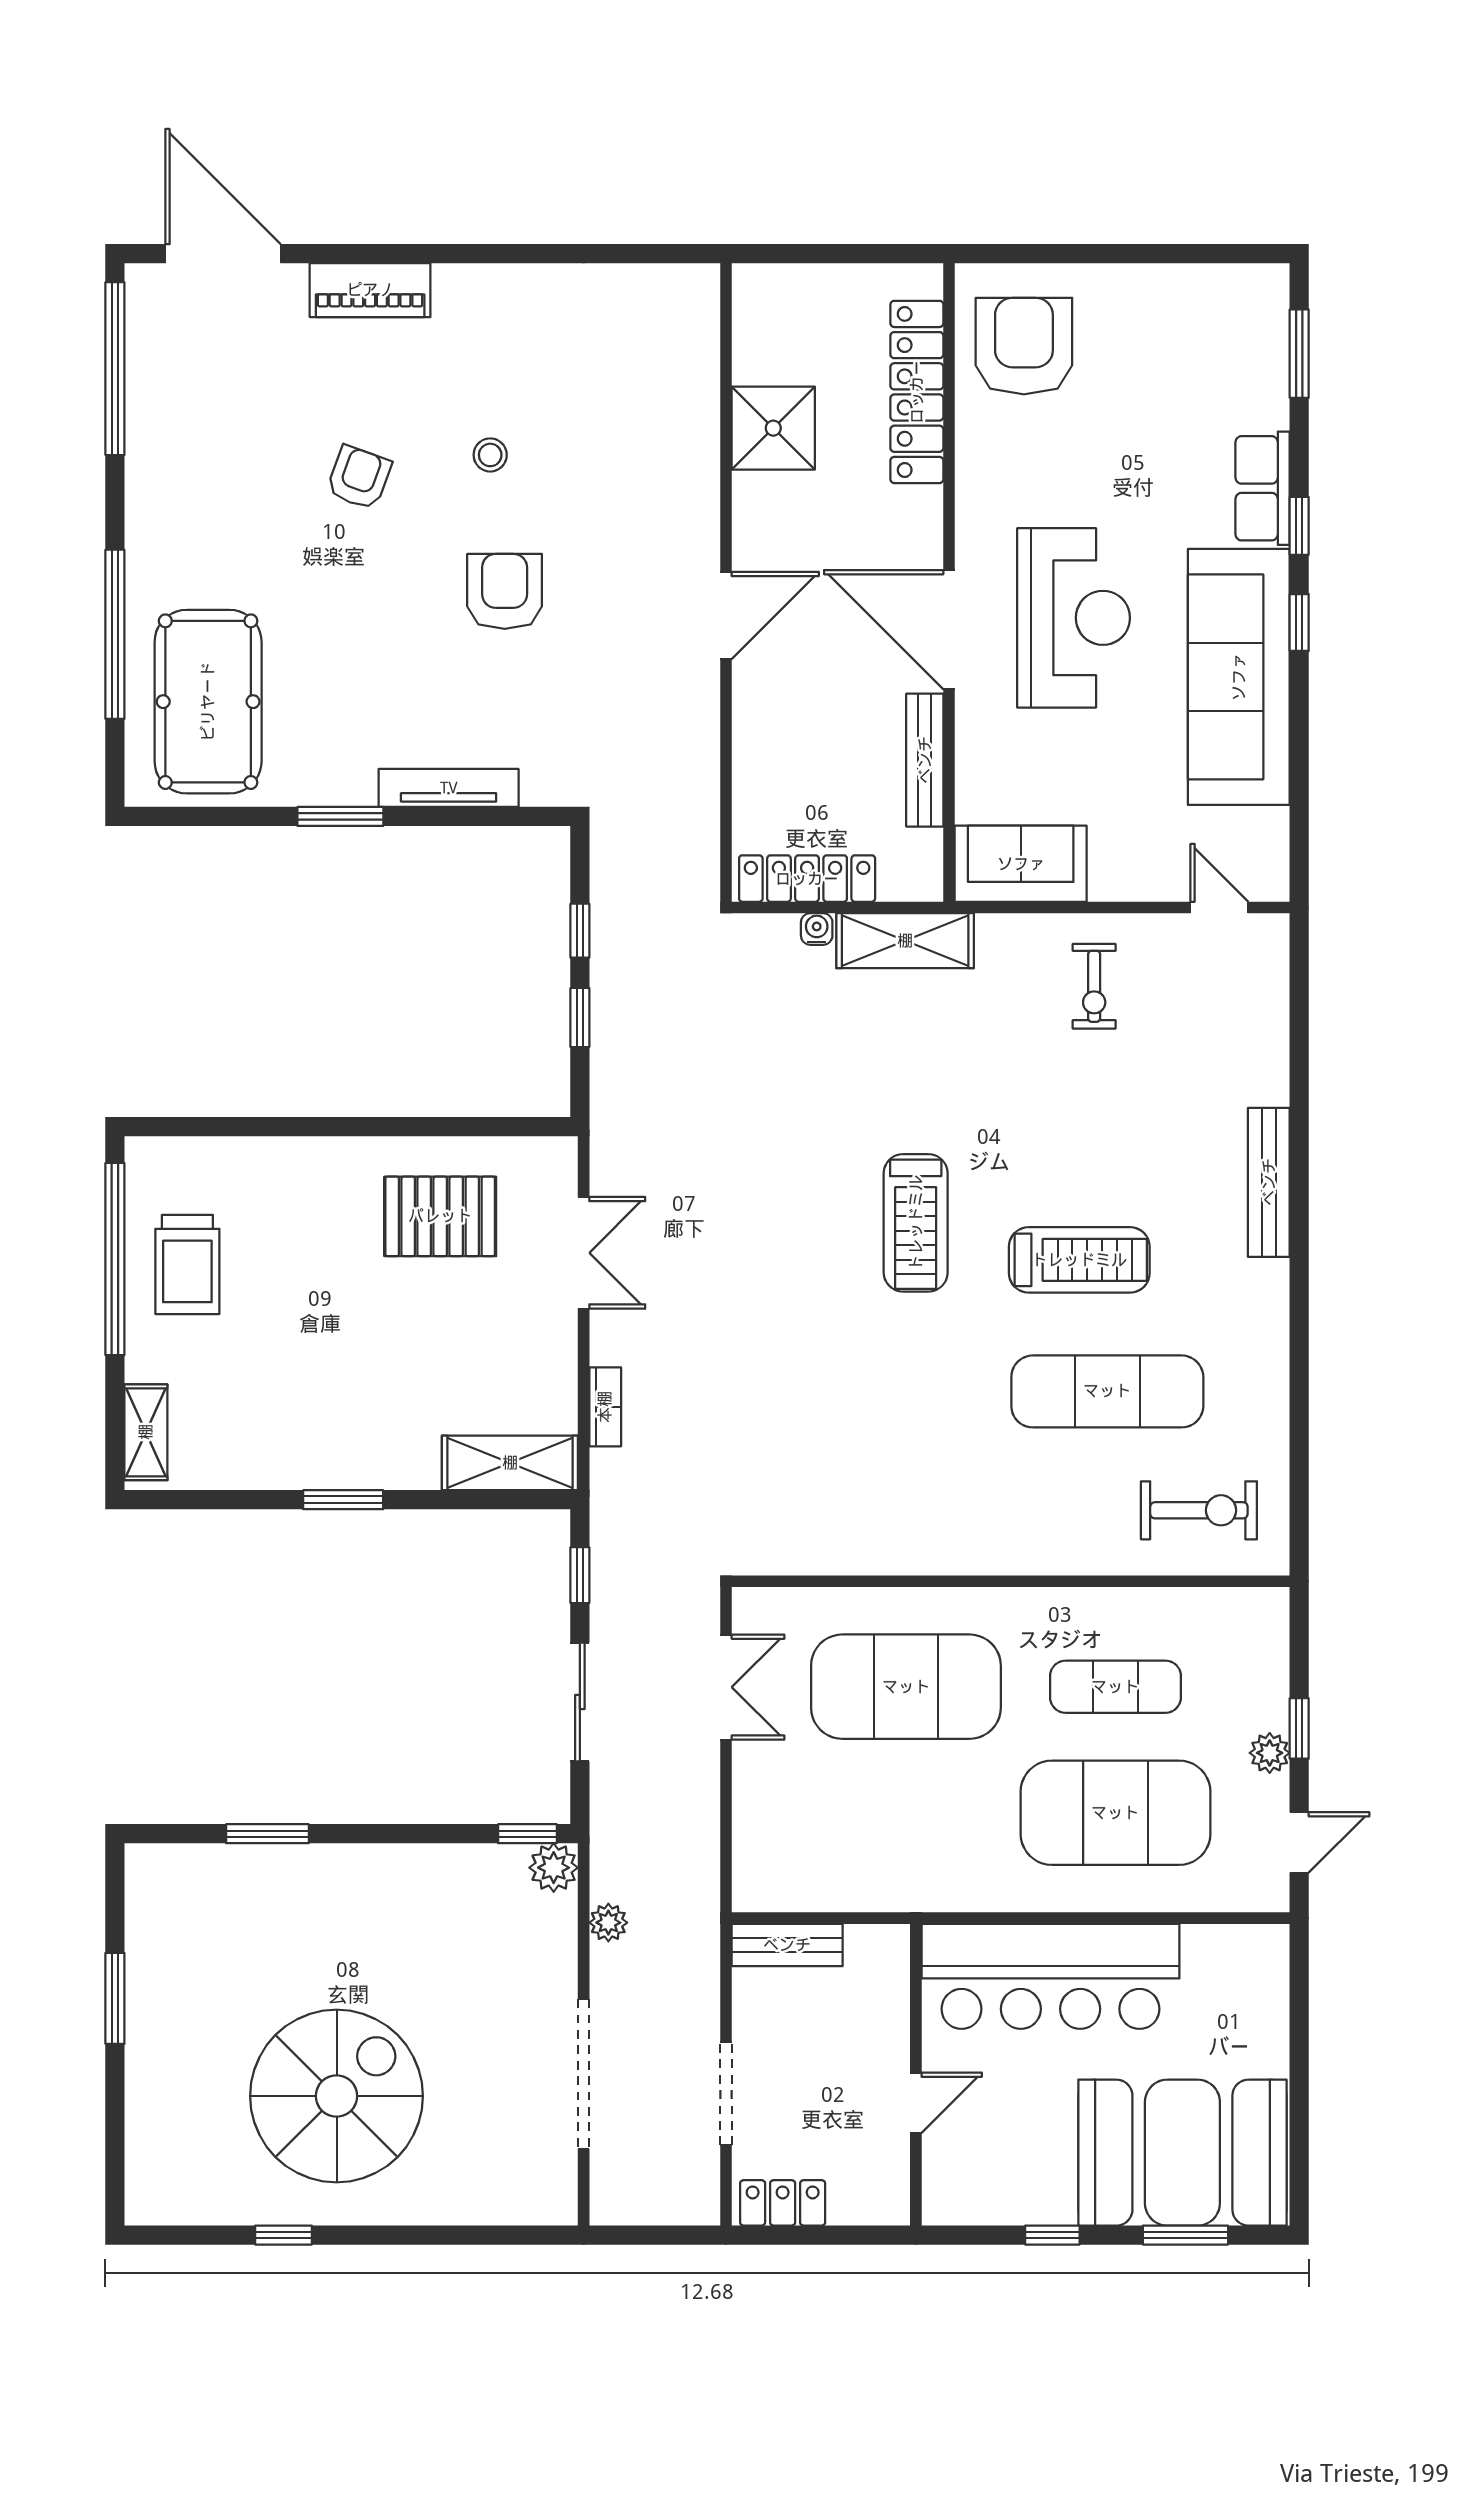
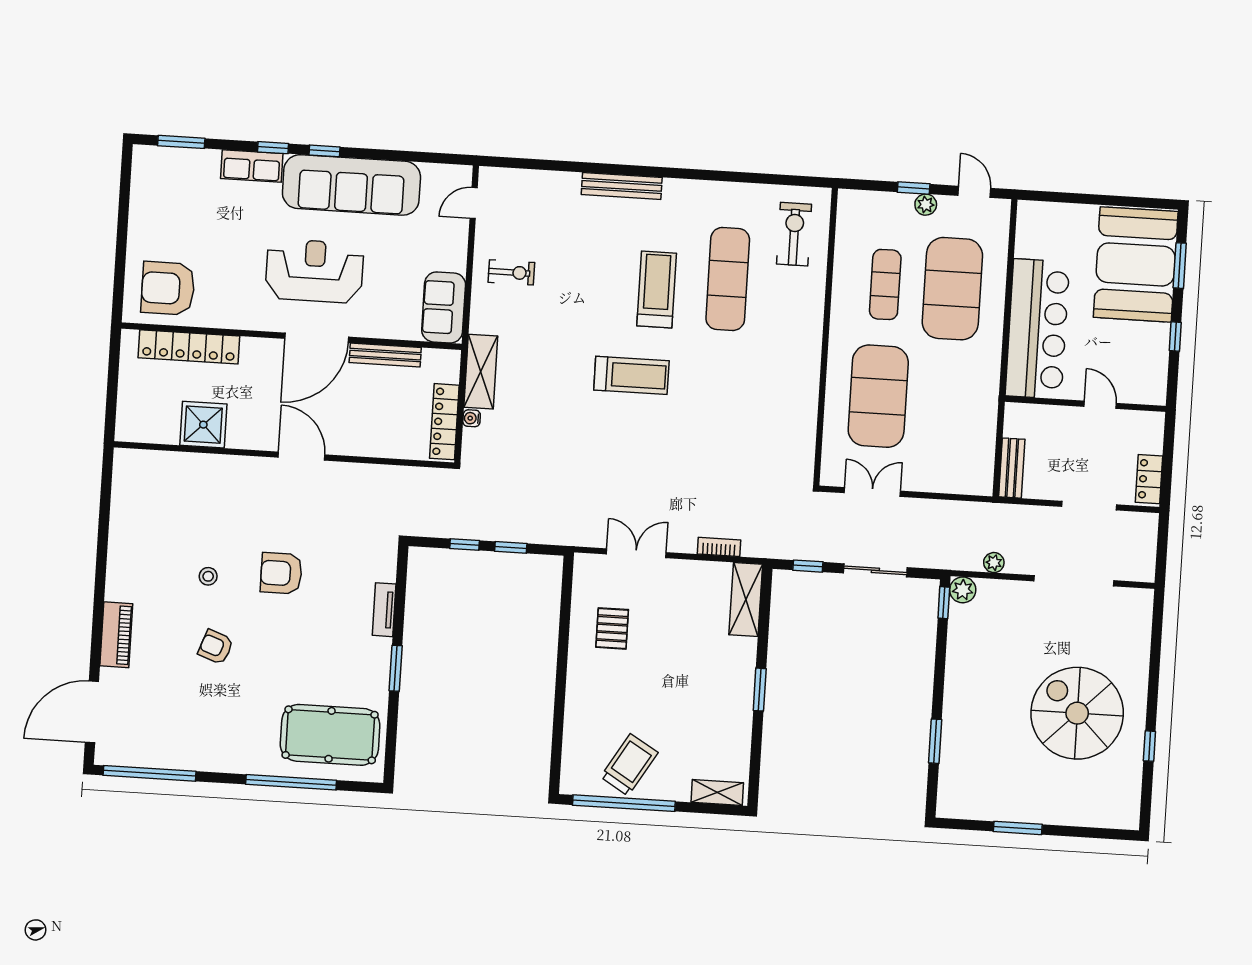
tv unit: (449, 788) -> (384, 610), width x0.71
pallet: (440, 1216) -> (612, 628), width x0.67, depth x0.71
trolley: (187, 1265) -> (629, 765), turned -59

